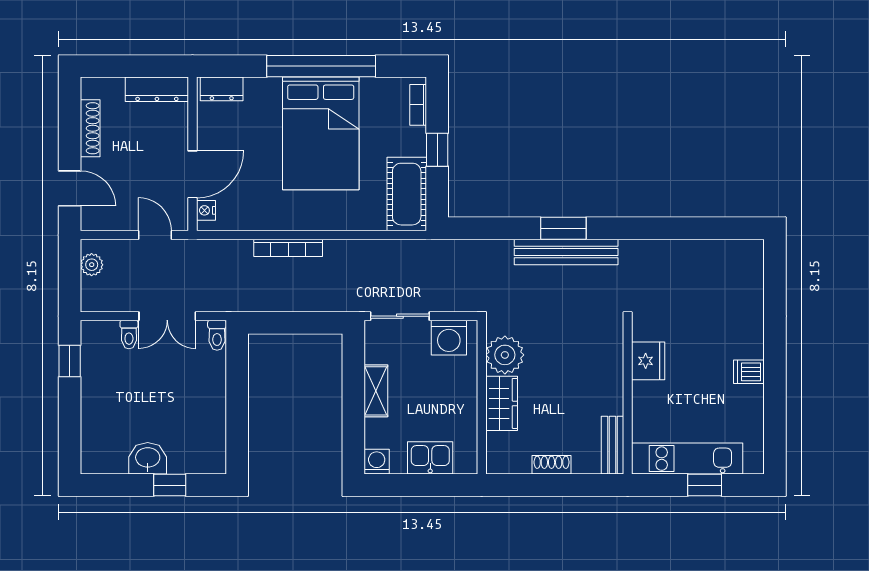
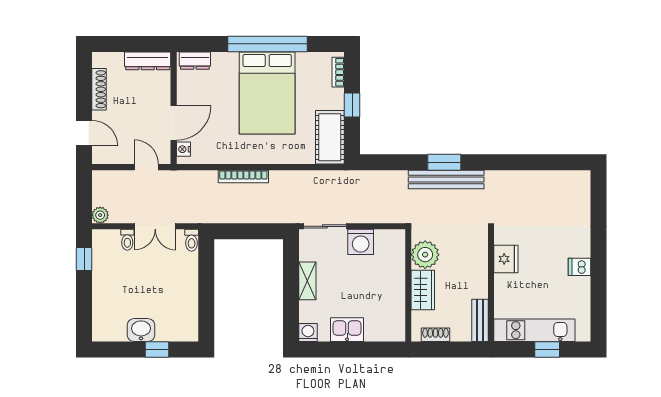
plant: (92, 265) -> (100, 215), moved
plant: (505, 355) -> (425, 255), moved
wall: (482, 397) -> (408, 285), moved
wardrobe: (502, 403) -> (423, 290), moved

